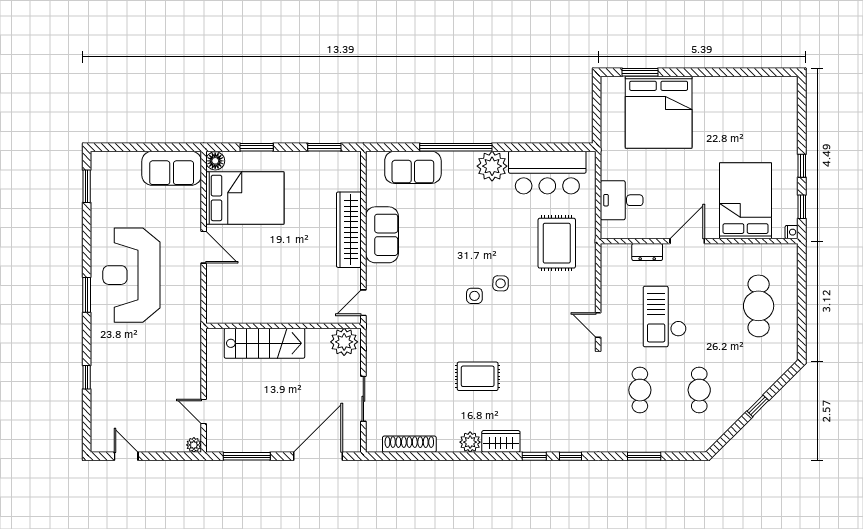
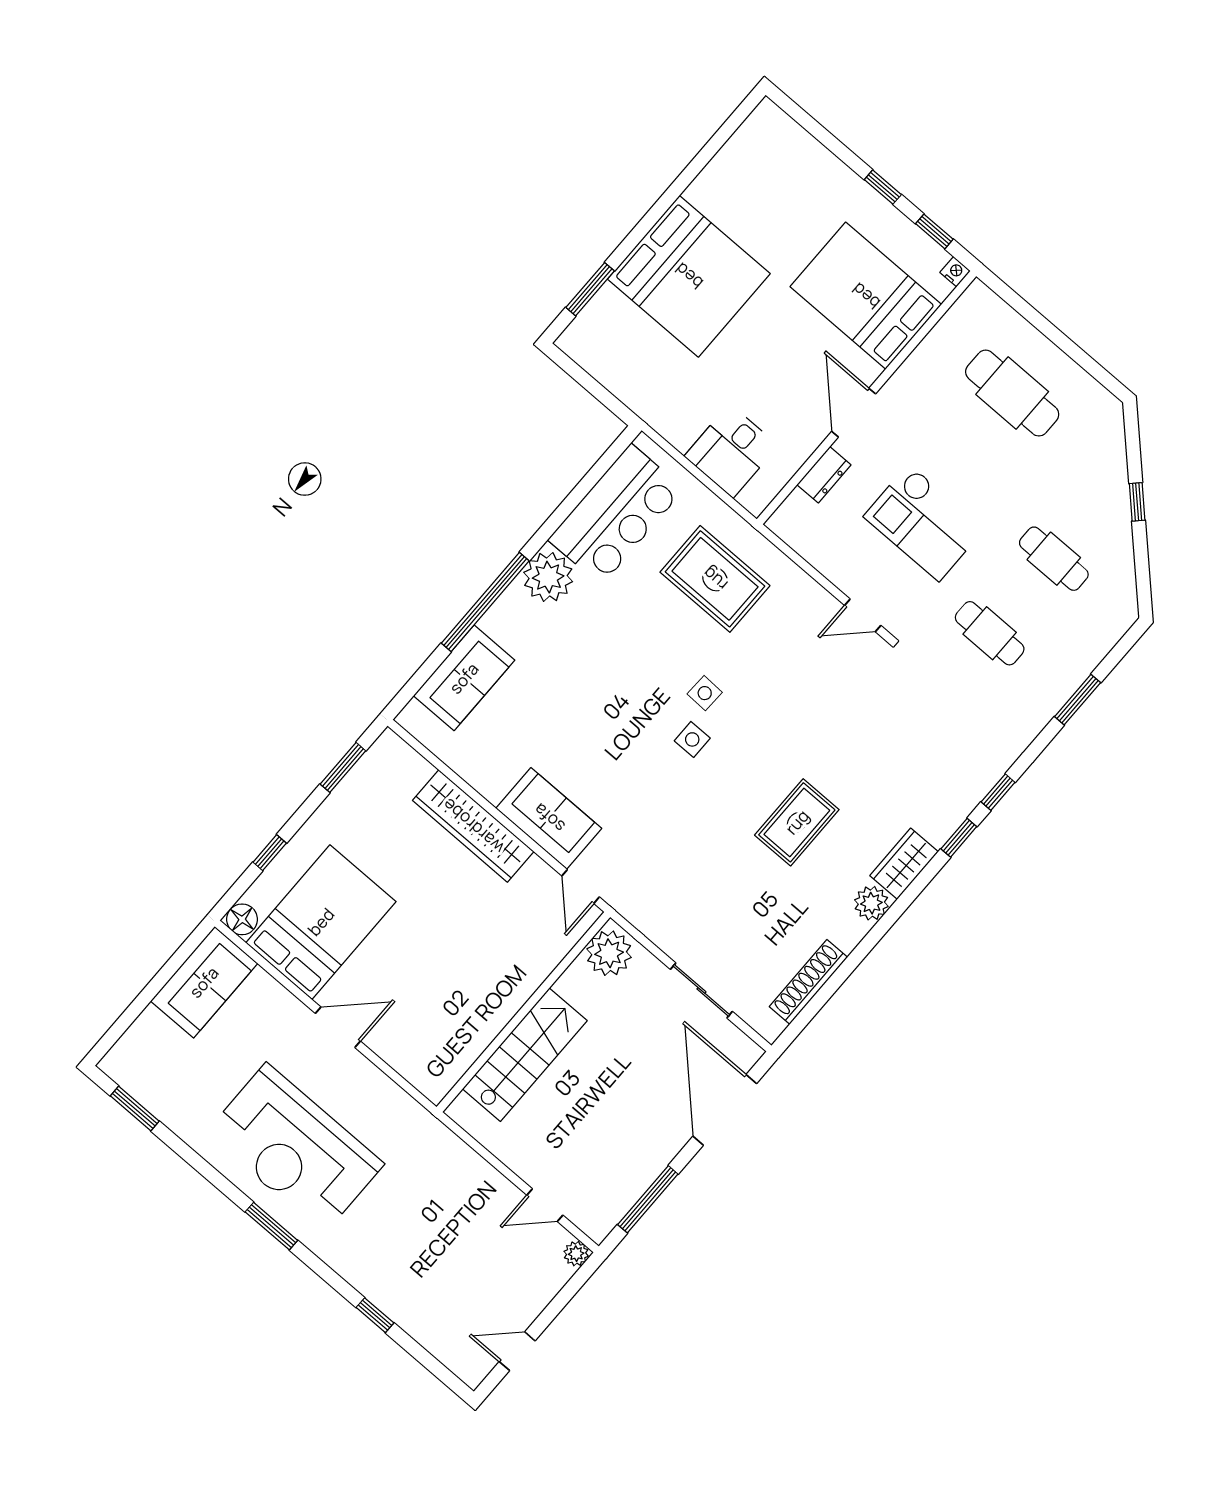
bed: (659, 112) -> (689, 276), moved
window: (257, 147) -> (270, 853), width x0.67
sofa: (382, 235) -> (549, 818), moved

